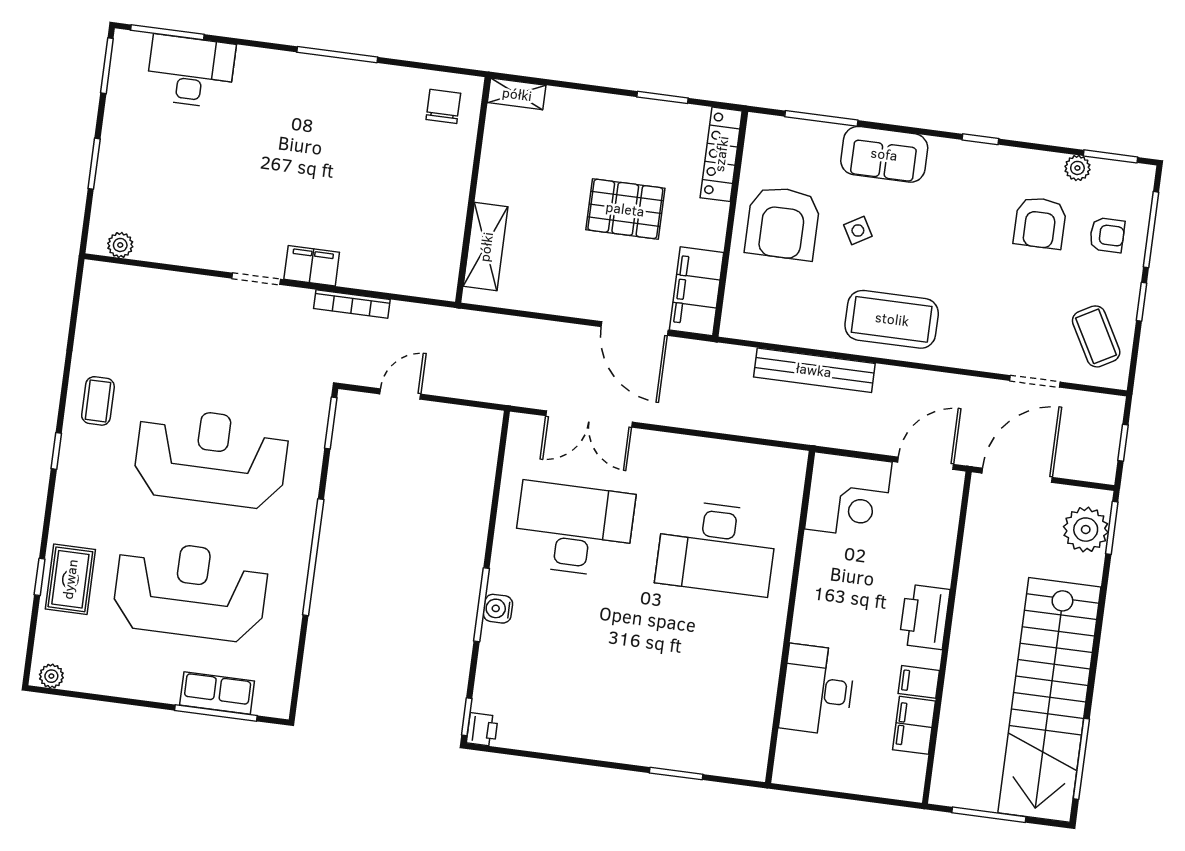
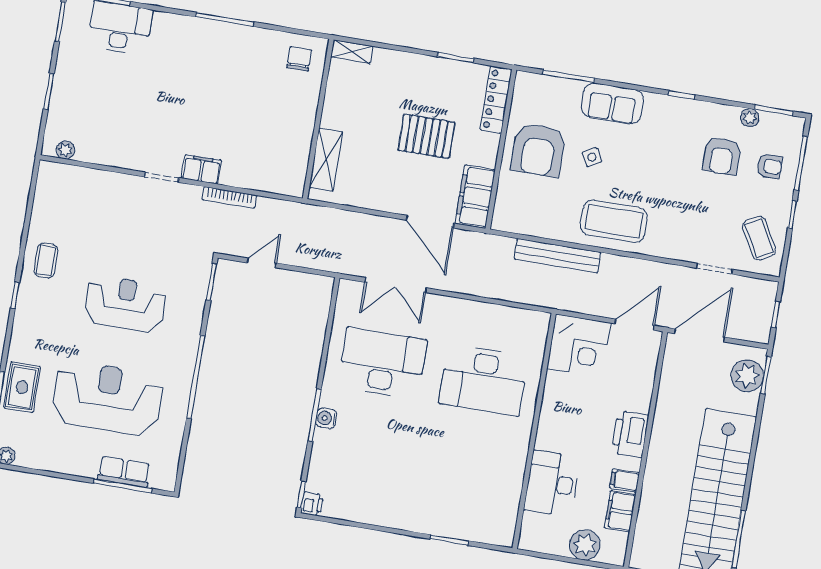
reception desk: (211, 458) -> (125, 304), width x0.74, depth x0.77
plant: (866, 774) -> (585, 545), added

